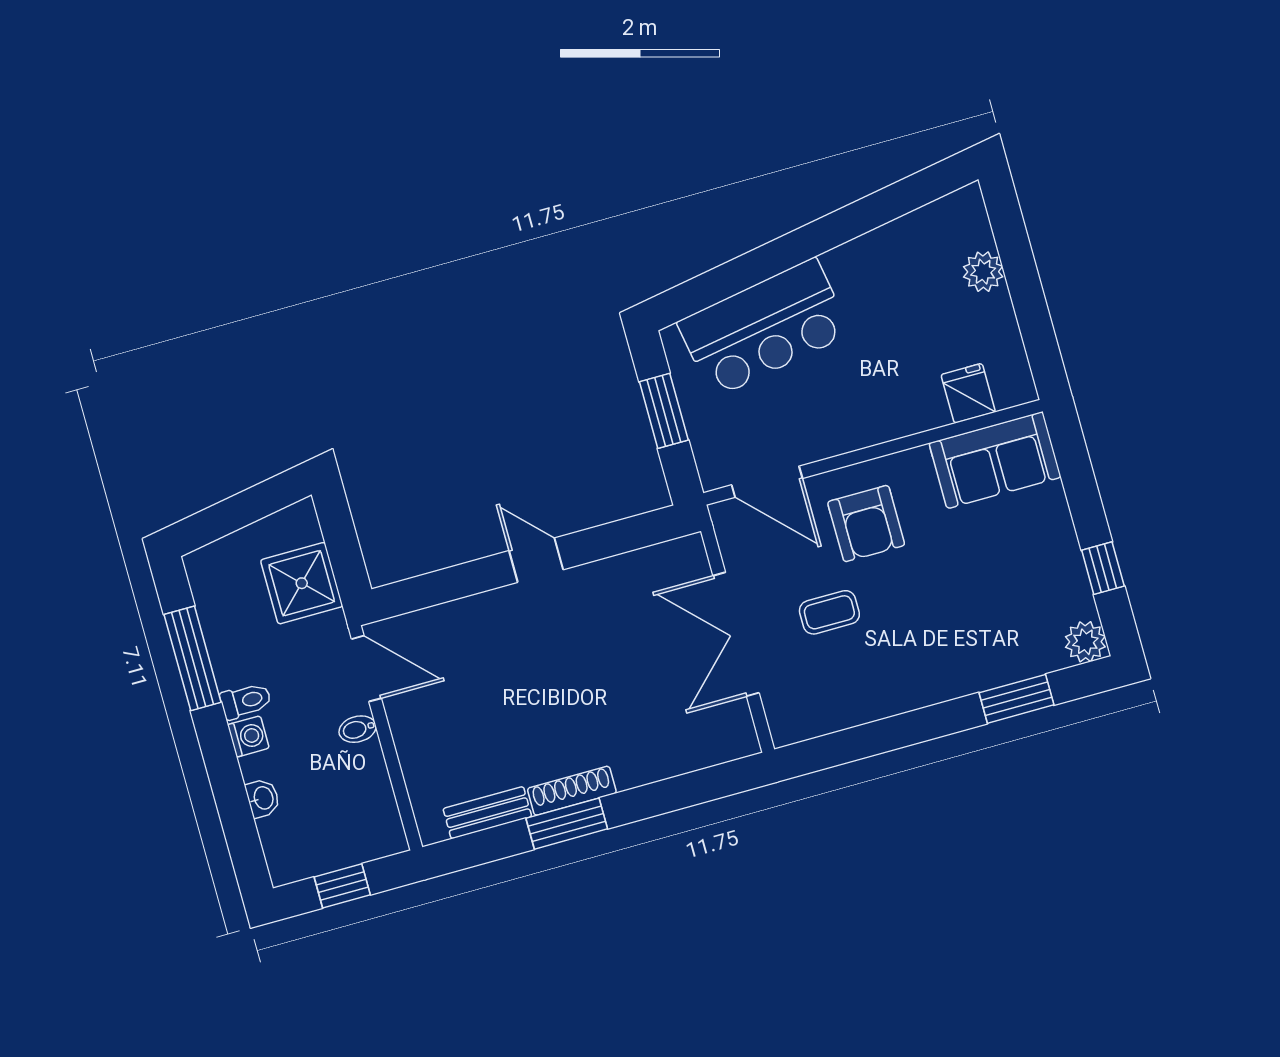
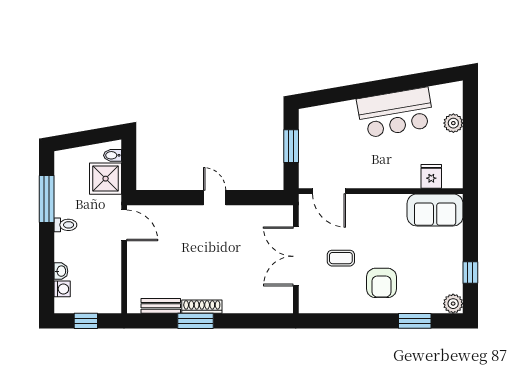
bar counter: (764, 328) -> (395, 113), moved
armchair: (866, 524) -> (381, 283), moved
bidet: (358, 729) -> (112, 155), moved
washing machine: (248, 736) -> (62, 289), moved

